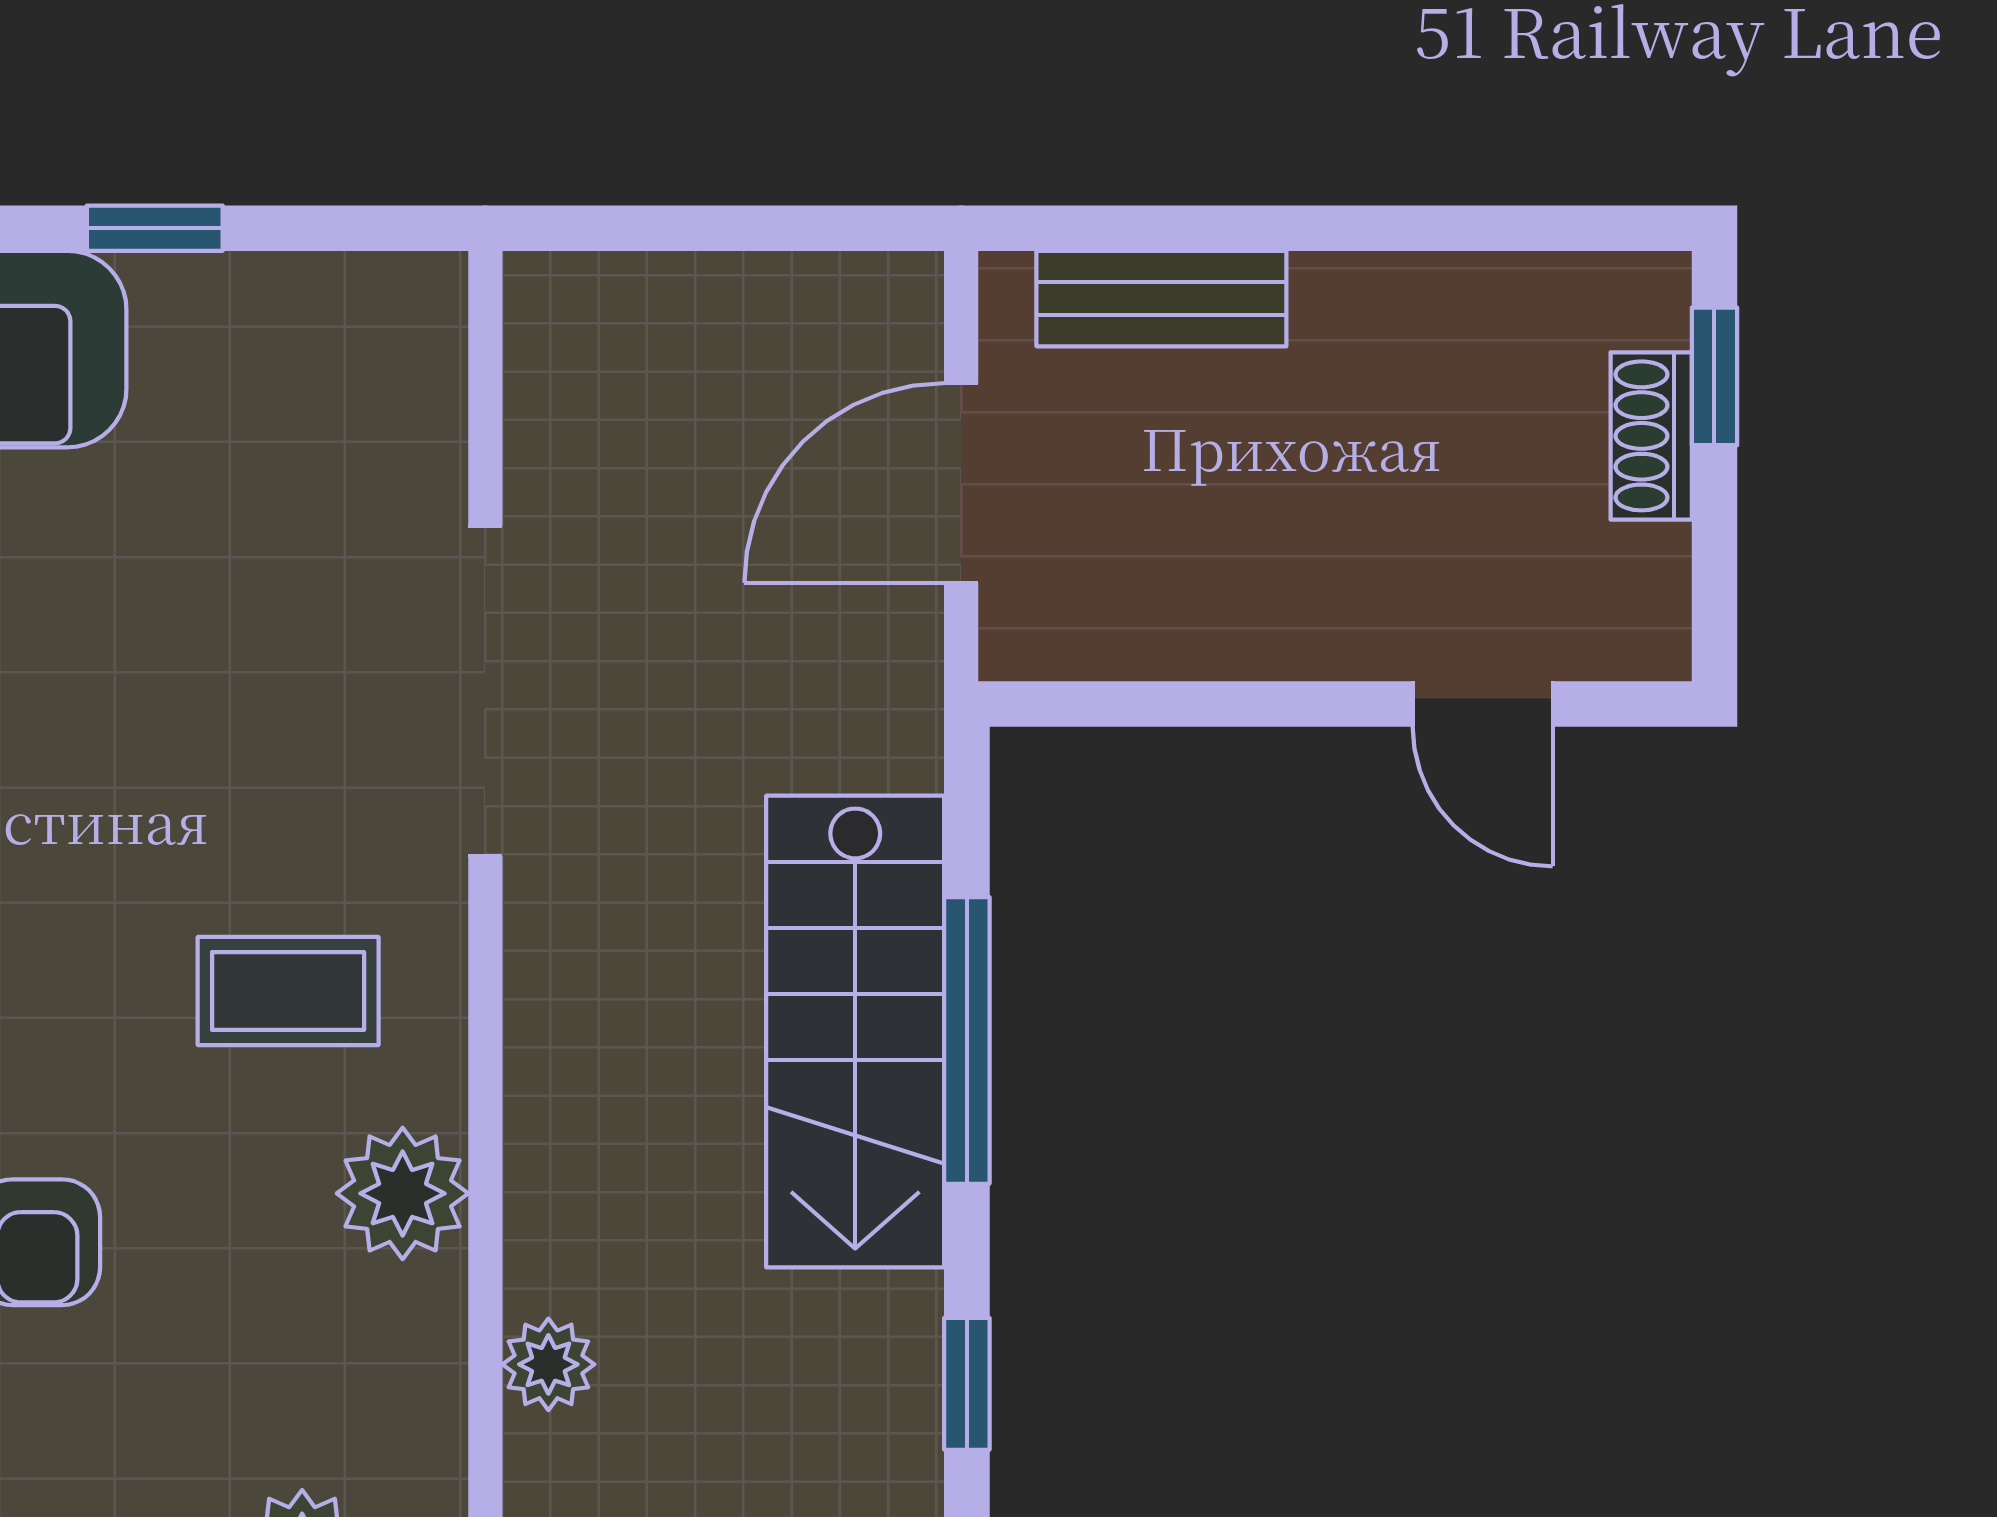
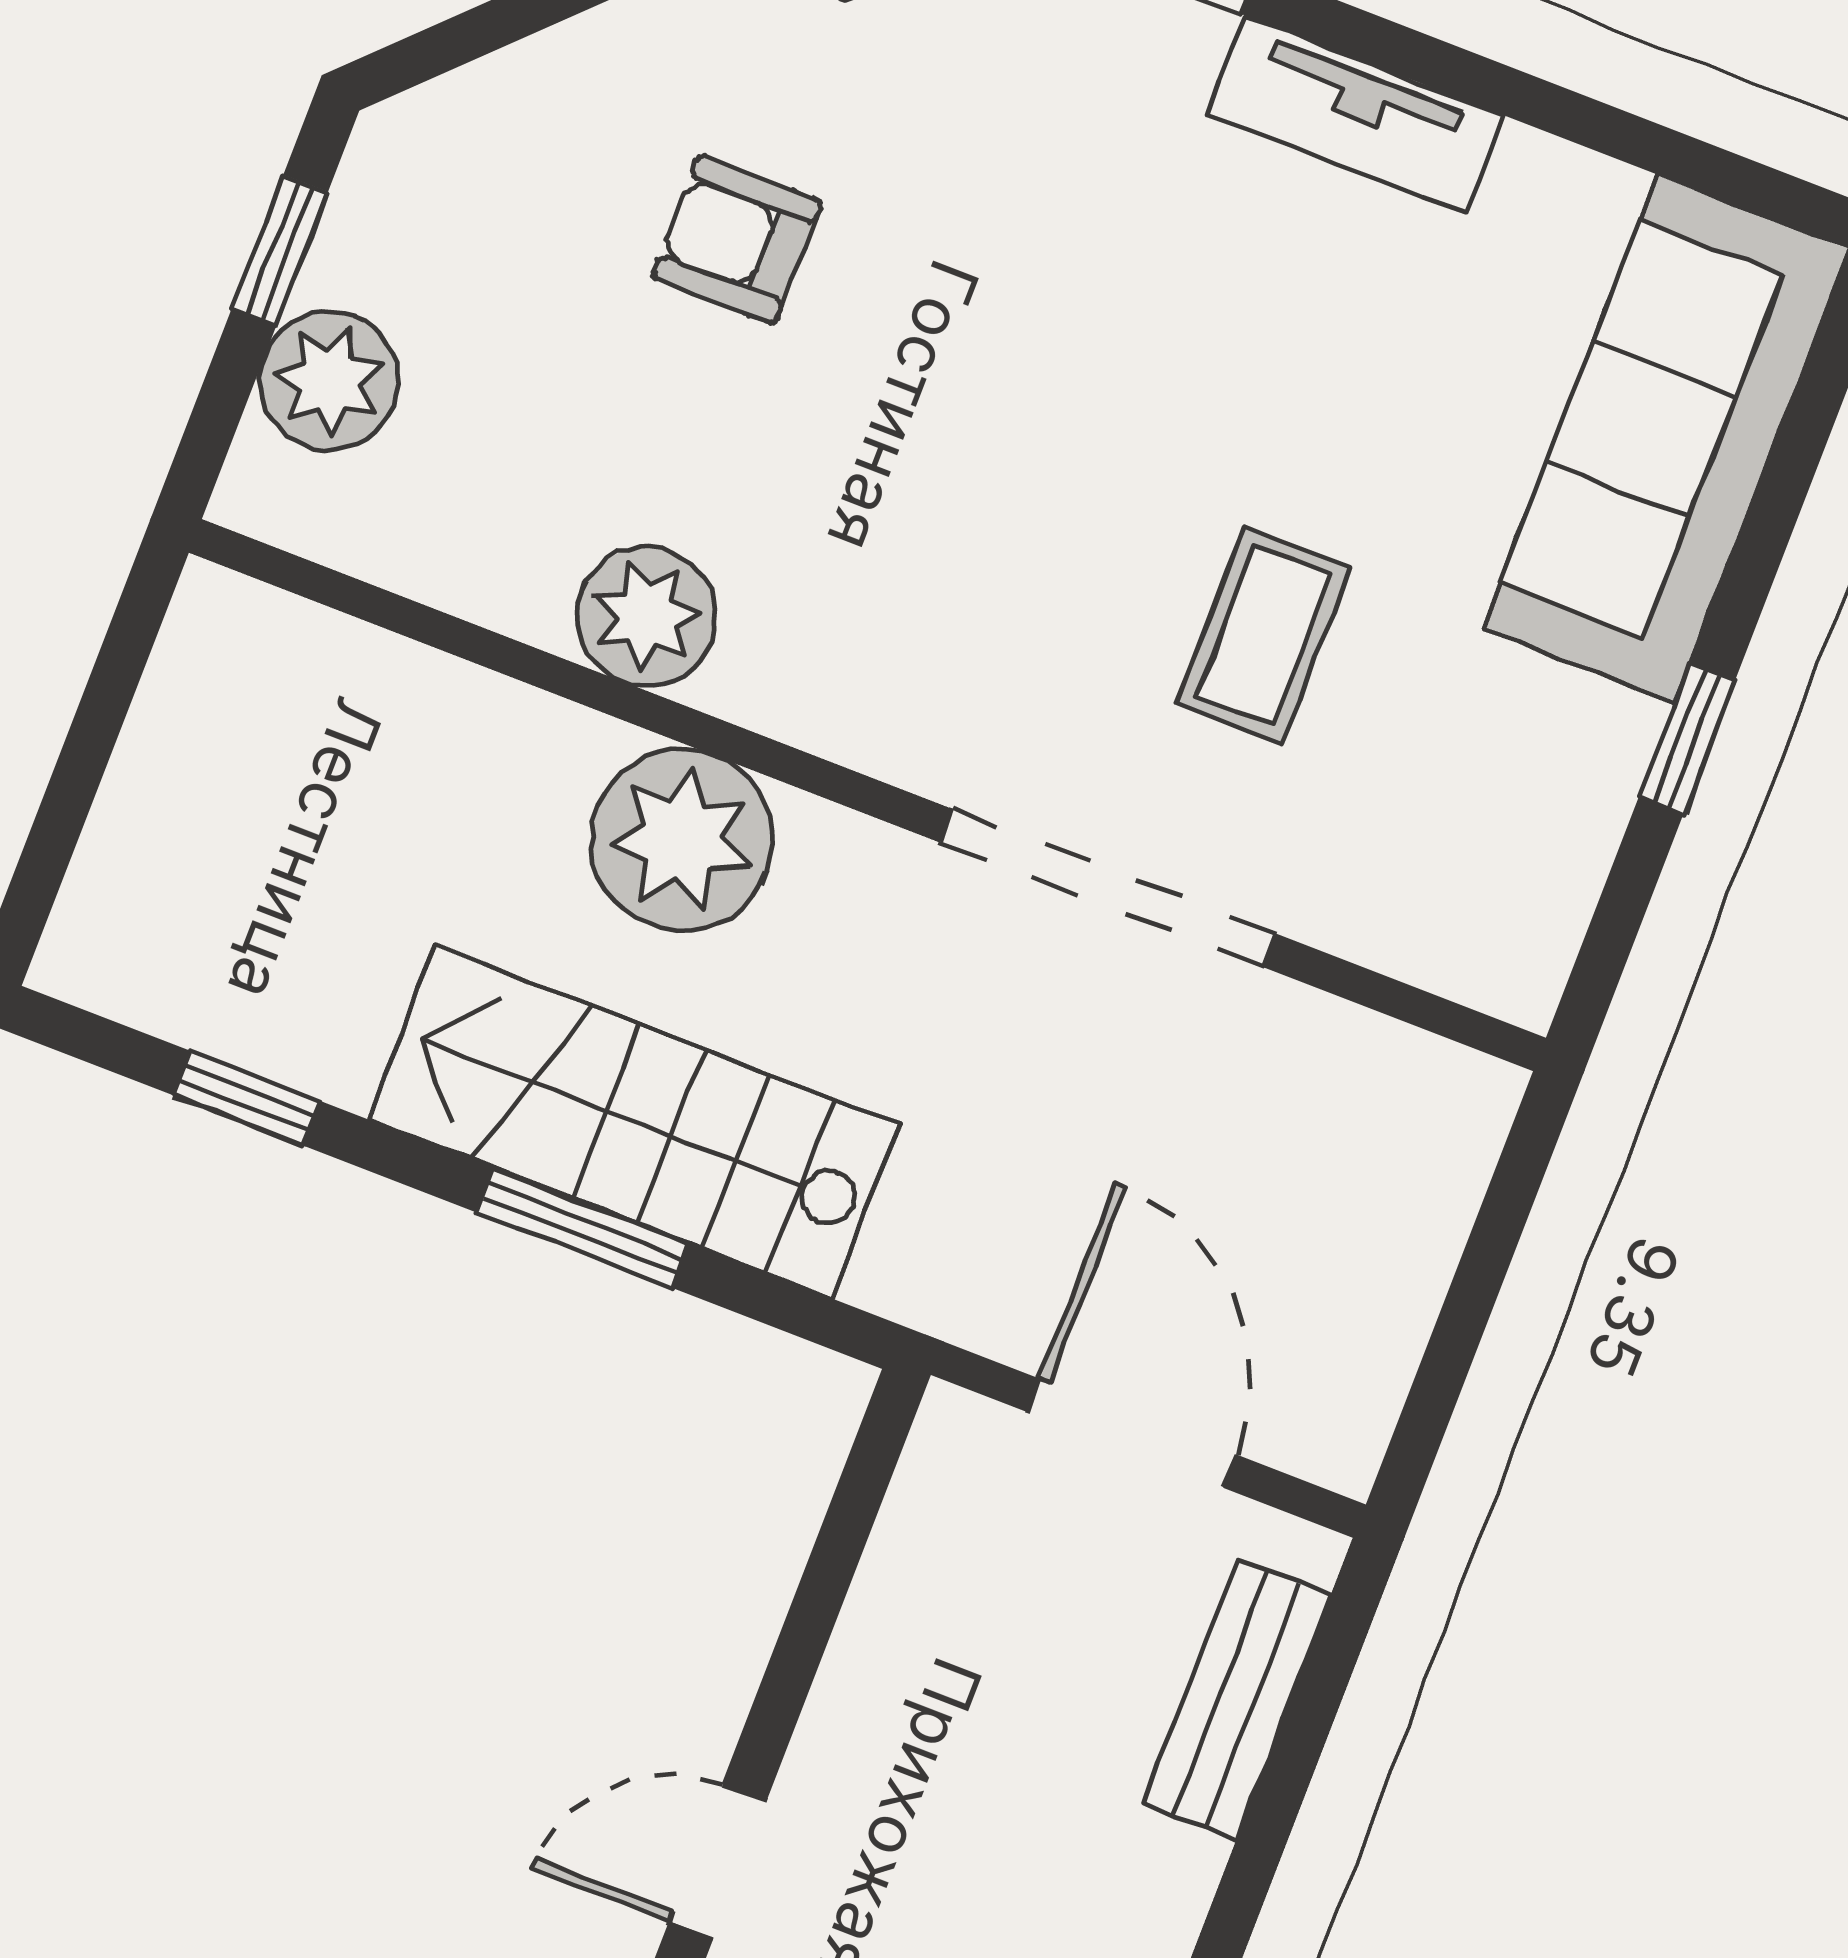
coffee table: (288, 991) -> (1263, 636), moved
window: (967, 1040) -> (583, 1228), width x0.69
plant: (548, 1364) -> (682, 840), moved, width x1.88, depth x1.88

